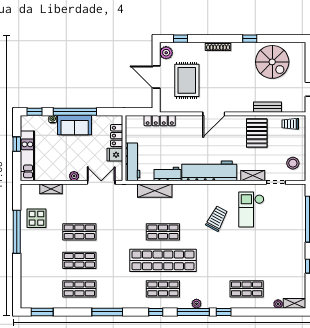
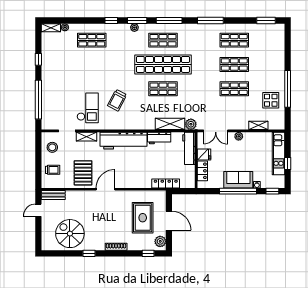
bench: (267, 107) -> (53, 195), moved
door: (214, 114) -> (106, 189), moved
trolley: (290, 124) -> (53, 170), moved
plant: (130, 190) -> (191, 124), added
window: (156, 312) -> (169, 20), width x2.17
window: (193, 312) -> (137, 20), width x0.69

